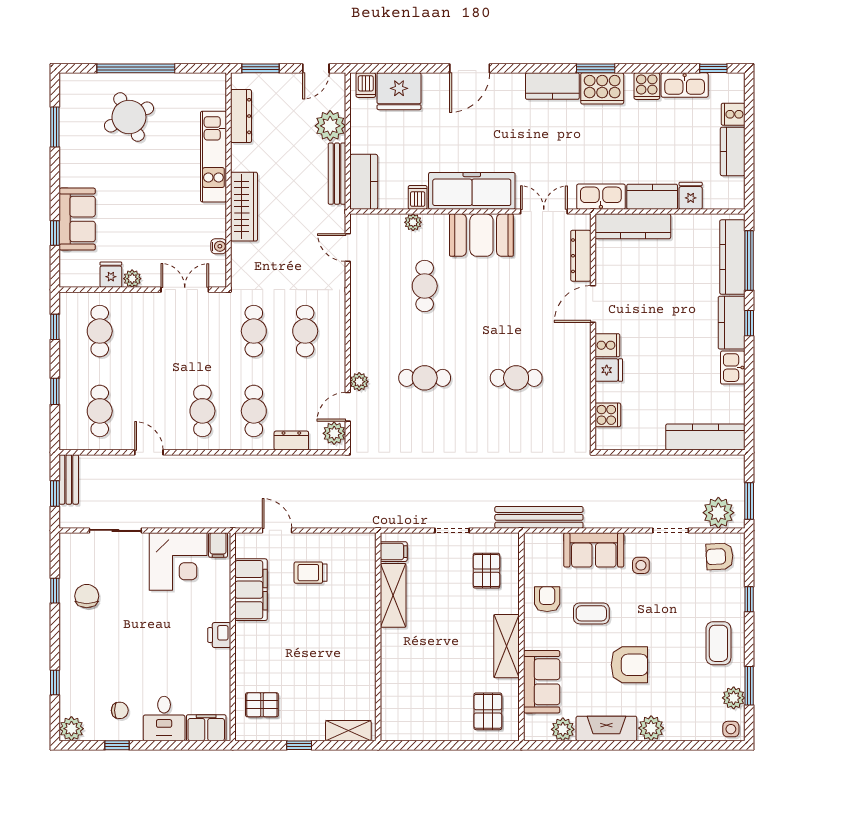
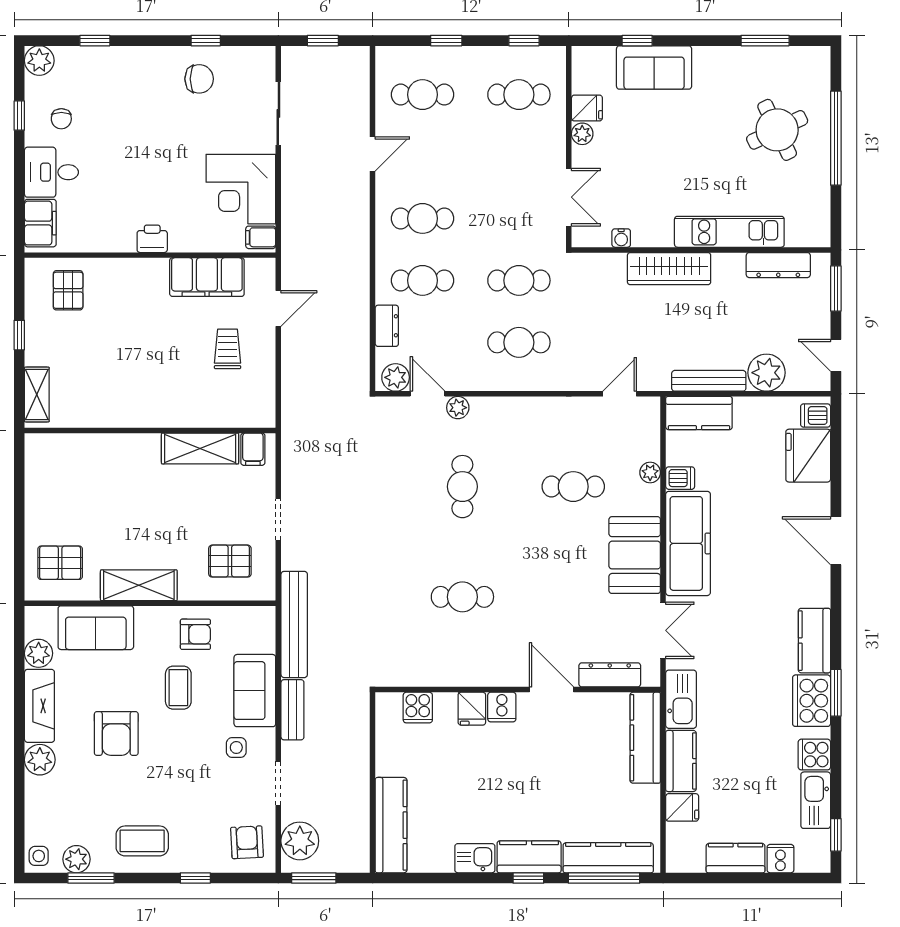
cafe table: (516, 378) -> (462, 597), turned 90
bench: (69, 479) -> (292, 710), moved, turned 90

